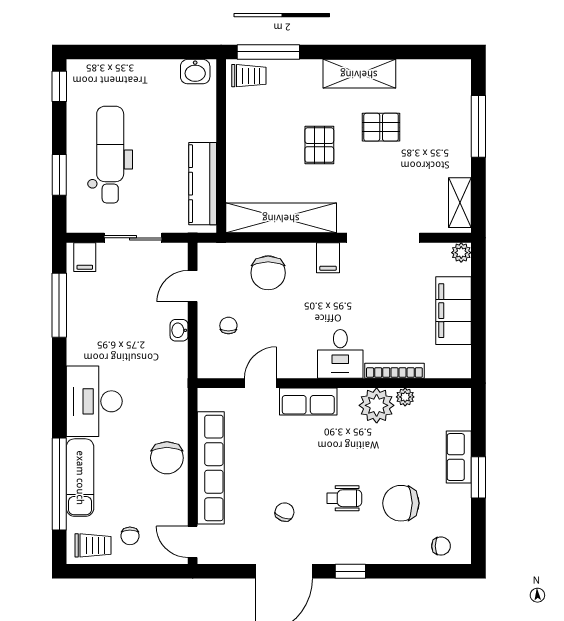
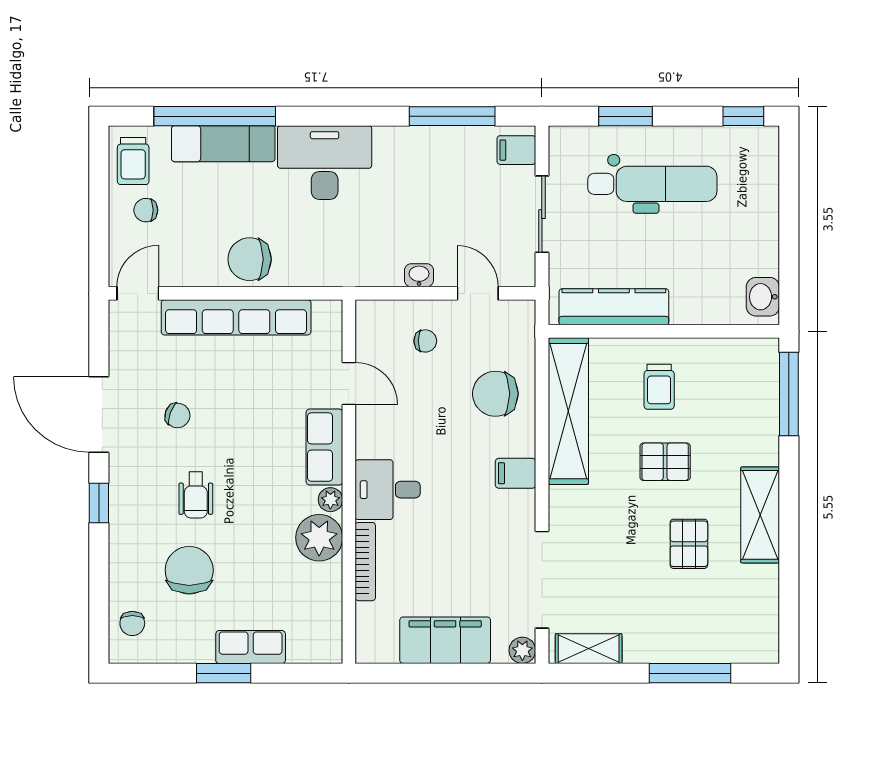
trolley: (249, 76) -> (659, 387), moved
doorway: (383, 238) -> (542, 580), moved
plant: (405, 397) -> (330, 500), moved

